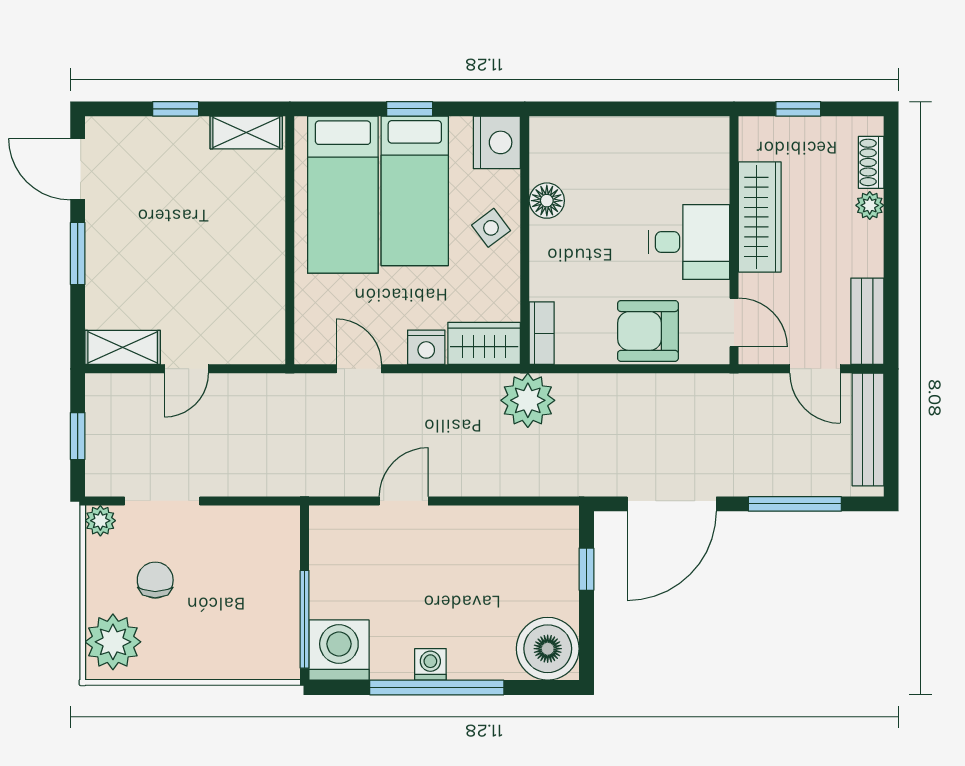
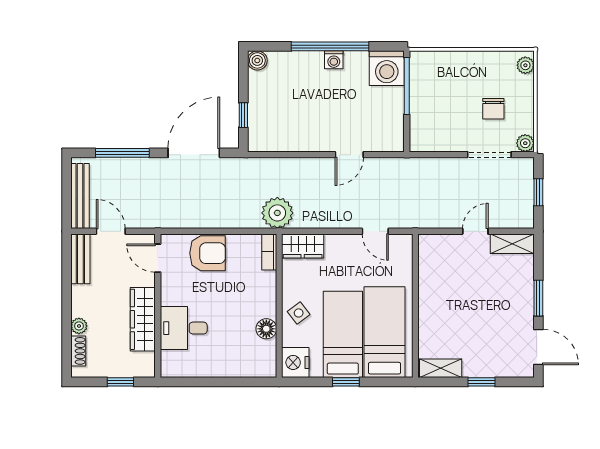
desk: (689, 242) -> (184, 328), moved
nightstand: (426, 347) -> (336, 244), removed
plant: (113, 642) -> (525, 65), width x0.53, depth x0.53
boiler: (548, 649) -> (257, 60), width x0.54, depth x0.54

